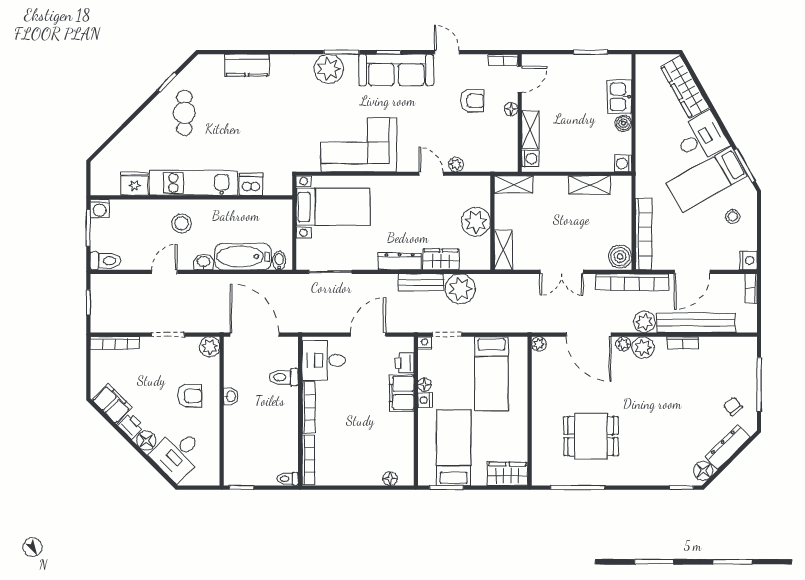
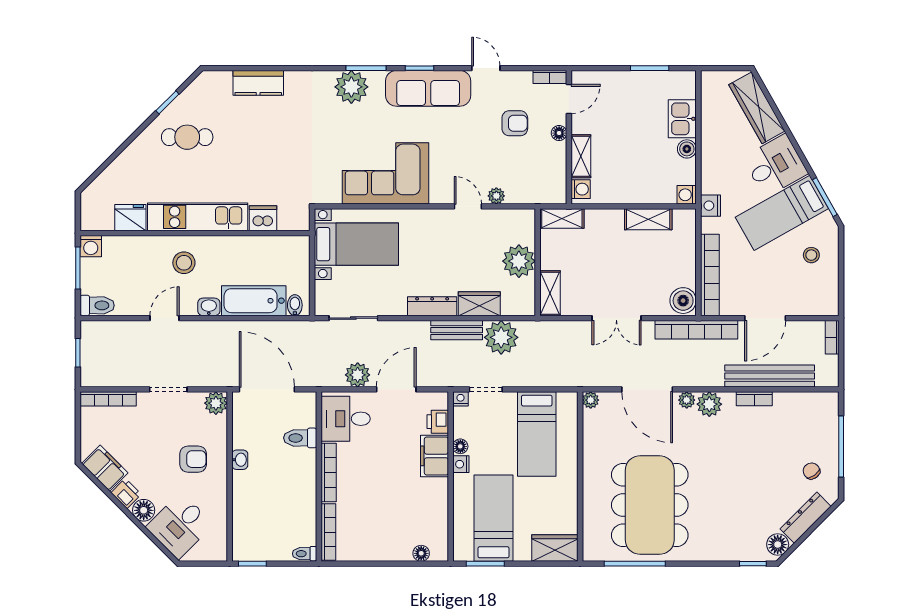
cafe table: (184, 113) -> (187, 137), turned 90
nightstand: (748, 260) -> (710, 206), moved, turned 180
plant: (644, 322) -> (358, 375), moved
dining table: (591, 436) -> (650, 505), width x1.88, depth x1.24

